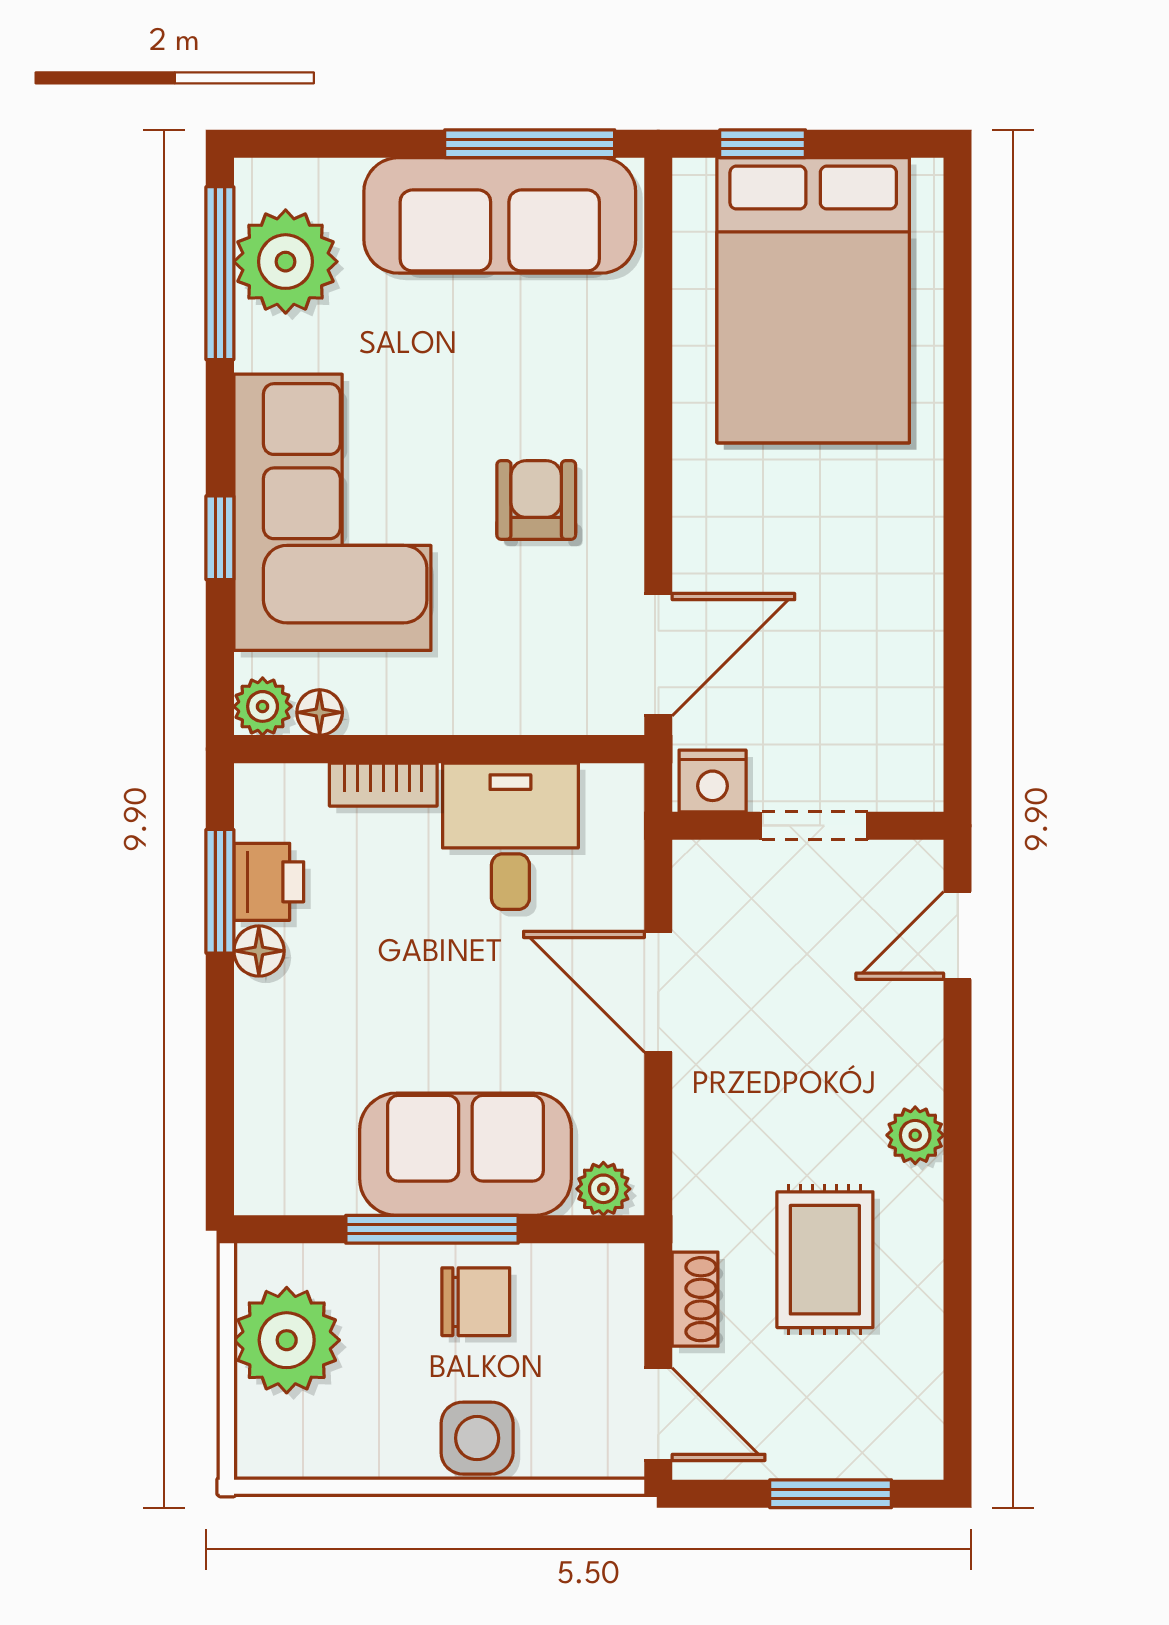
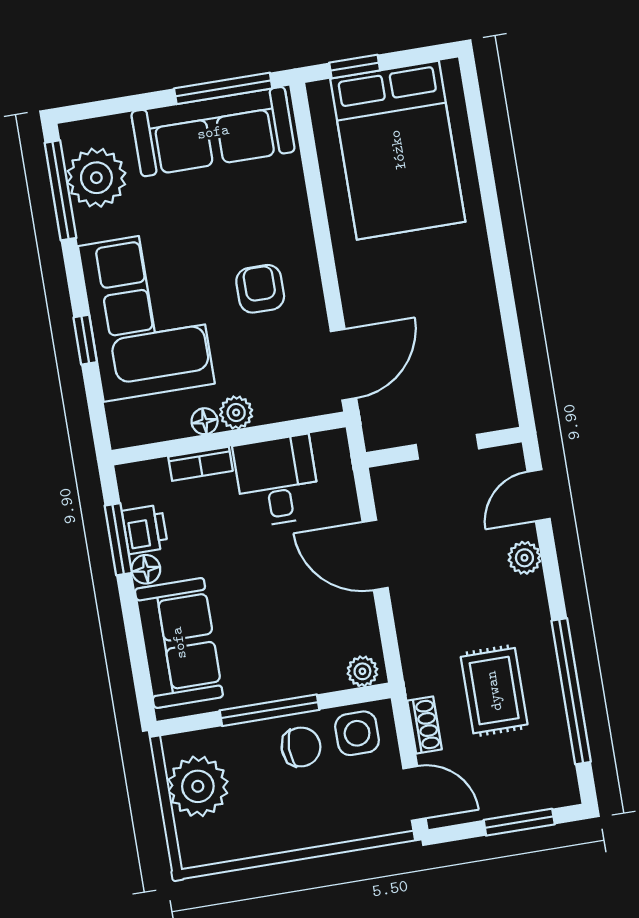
plant: (263, 706) -> (236, 413), moved
floor lamp: (320, 712) -> (205, 421), moved
nightstand: (713, 781) -> (386, 431), removed
plant: (915, 1135) -> (524, 558), moved
sofa: (465, 1154) -> (179, 643), moved, turned 90
window: (958, 1283) -> (571, 691), added
side table: (477, 1438) -> (357, 733), moved

